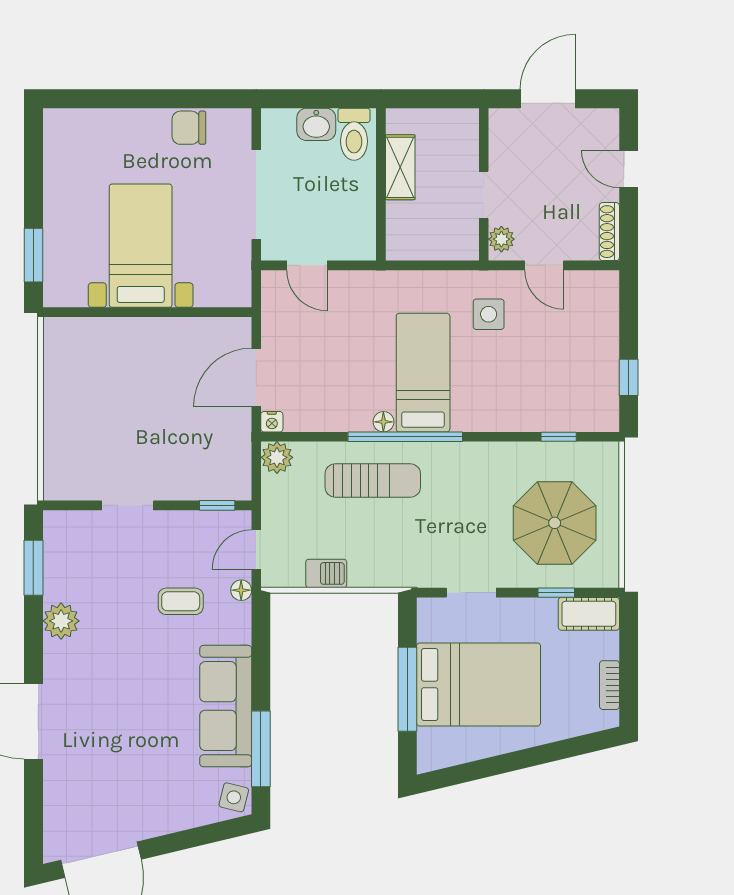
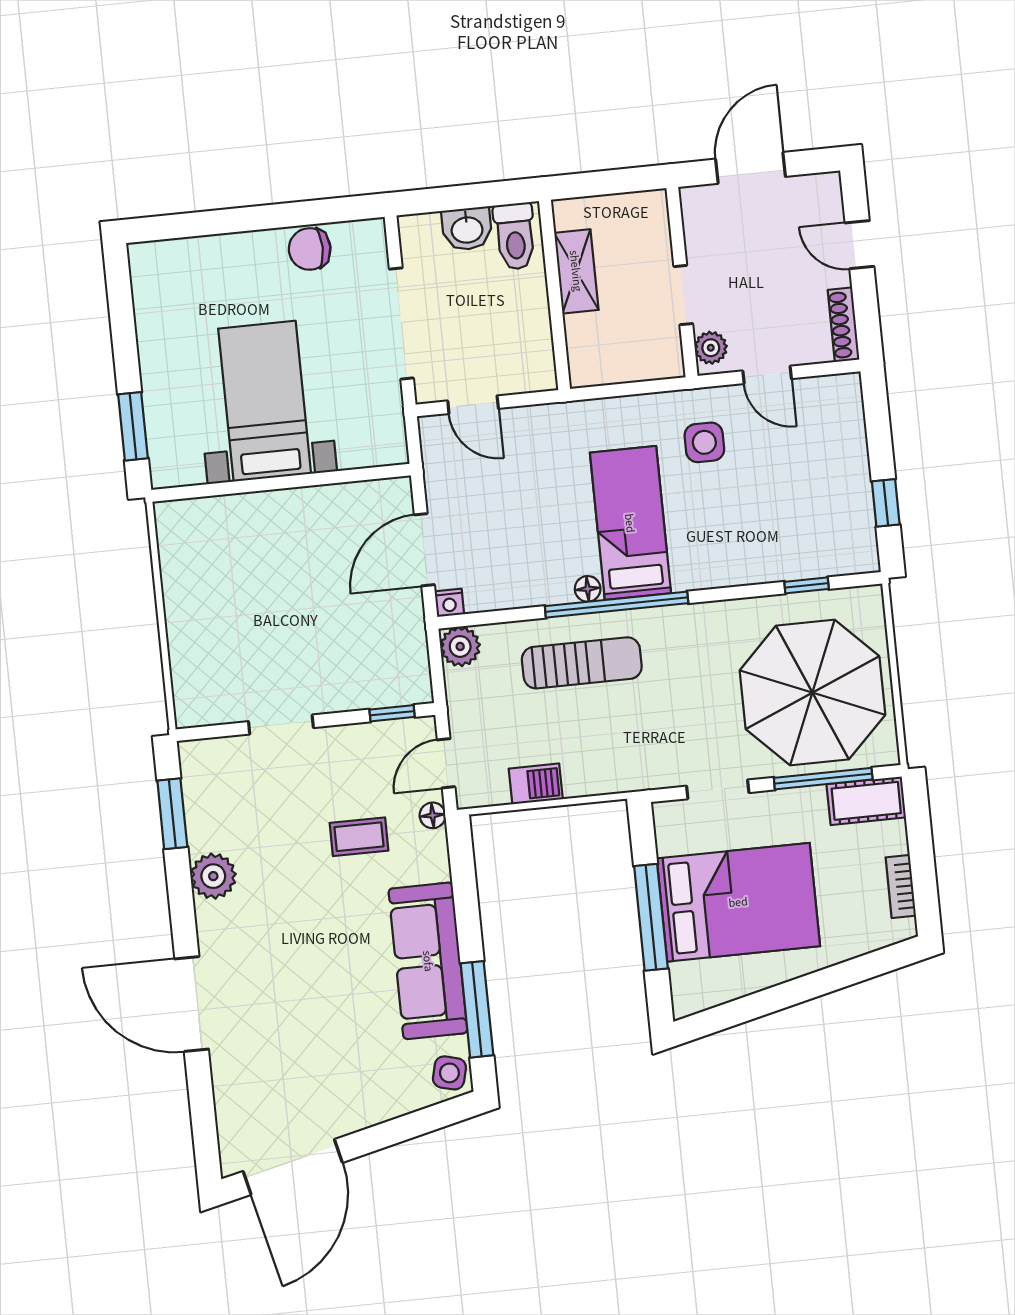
parasol: (555, 523) -> (812, 693), width x1.36, depth x1.36
window: (556, 593) -> (823, 779), width x2.17

